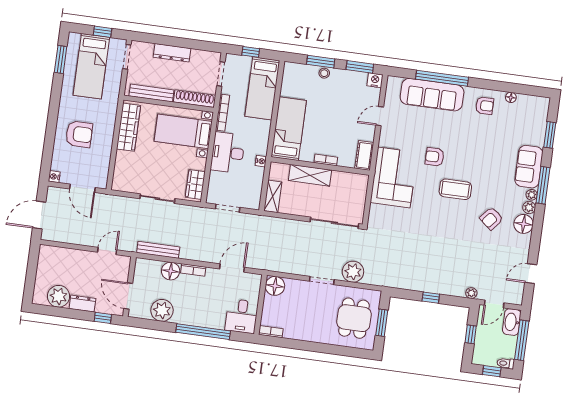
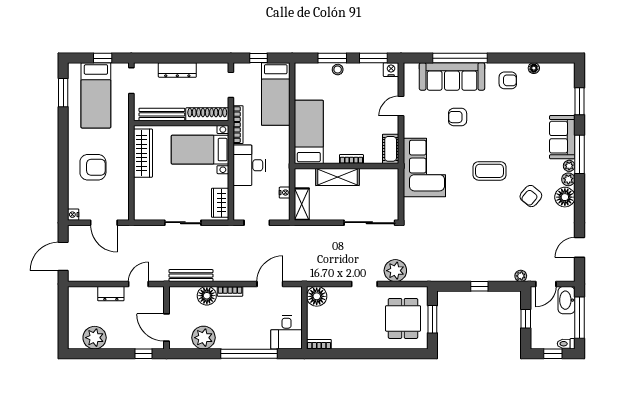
armchair: (435, 157) -> (458, 117), moved
nightstand: (261, 161) -> (285, 193), moved
dresser: (82, 304) -> (111, 294), moved, turned 180

